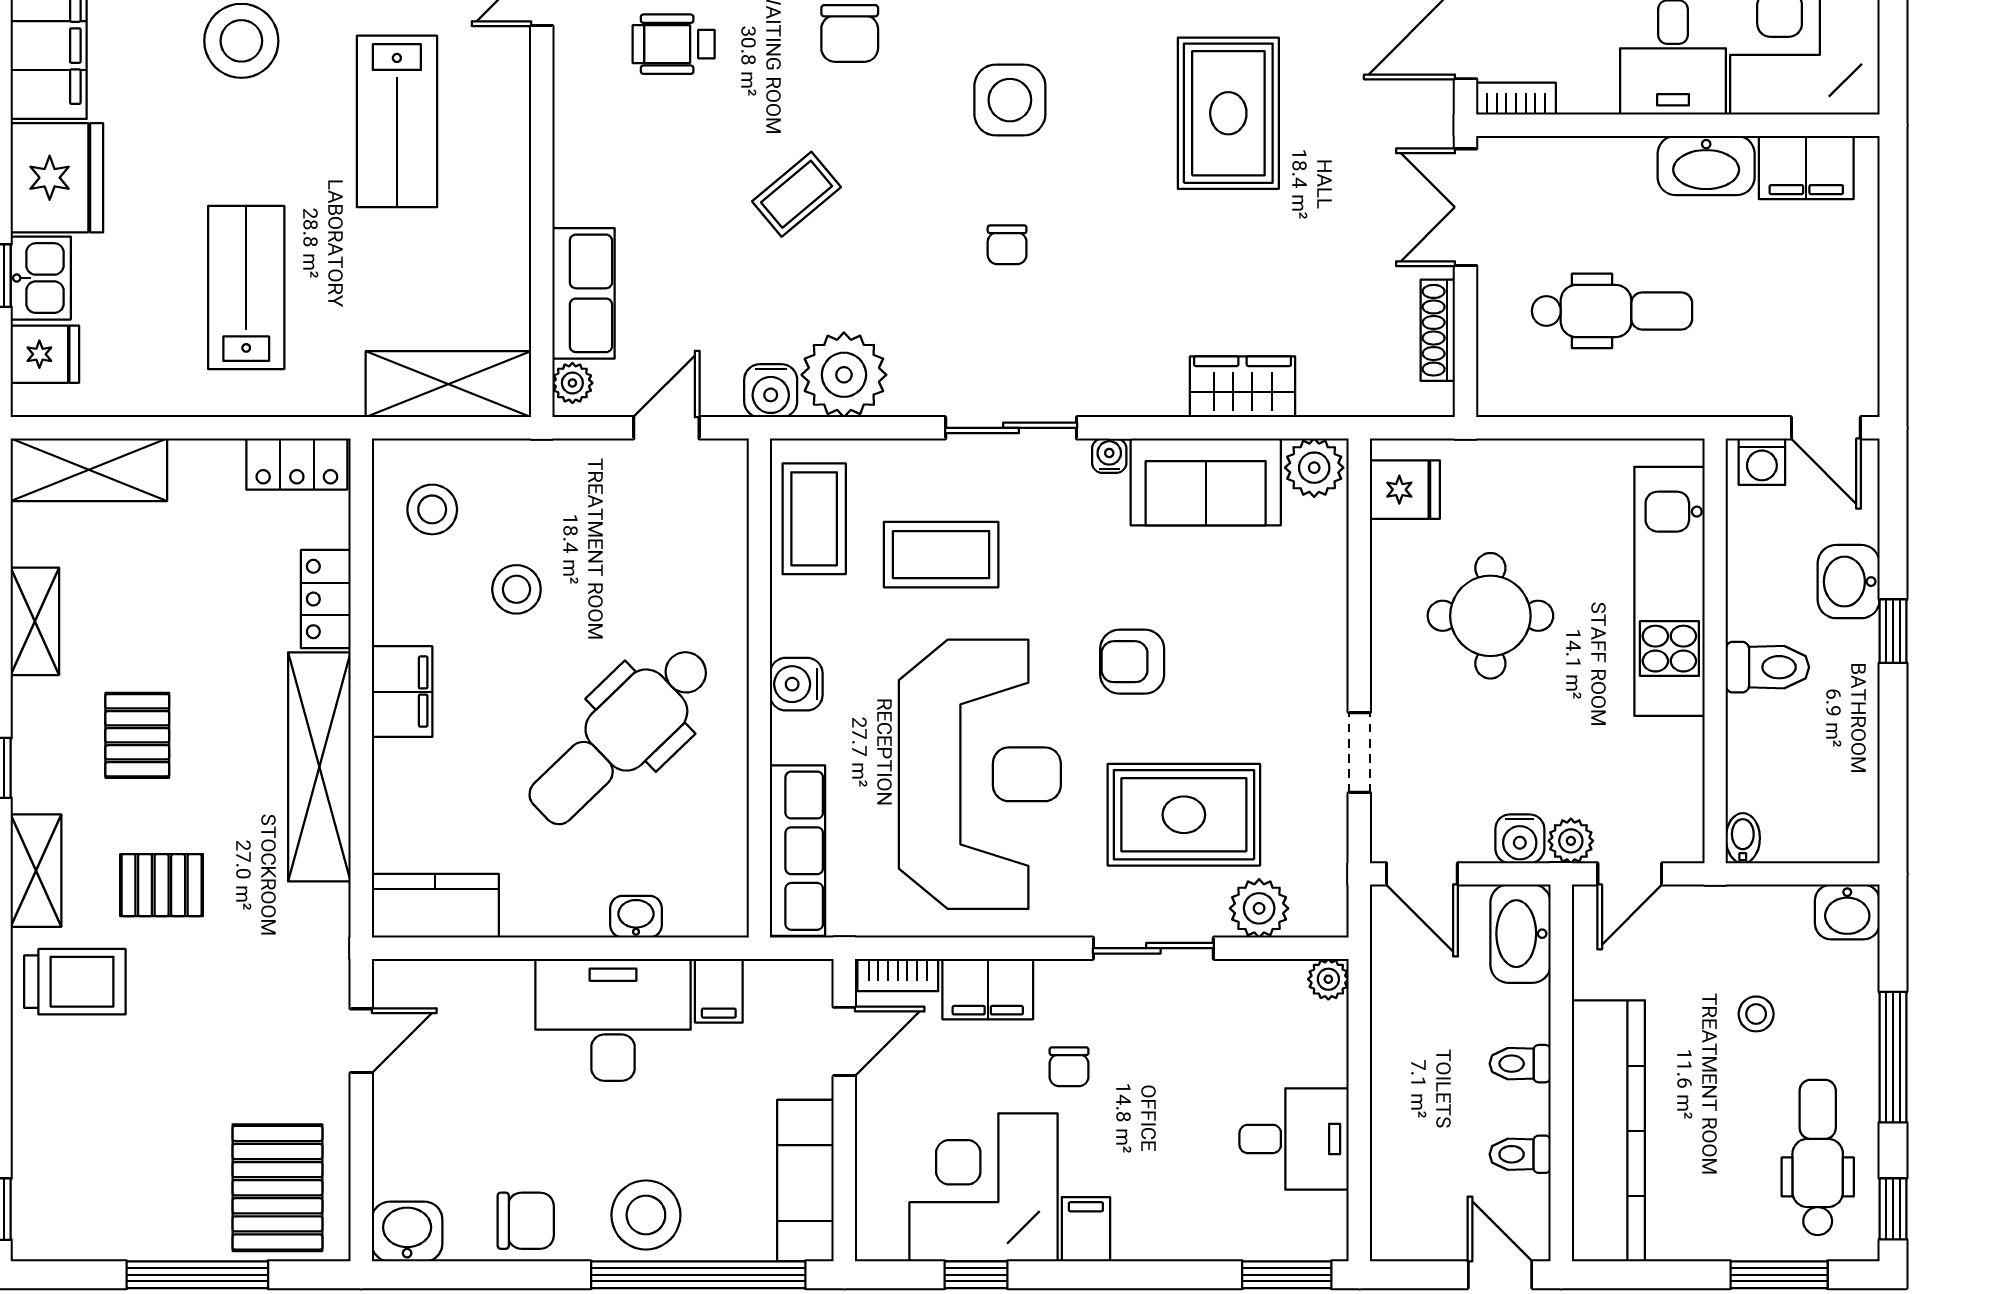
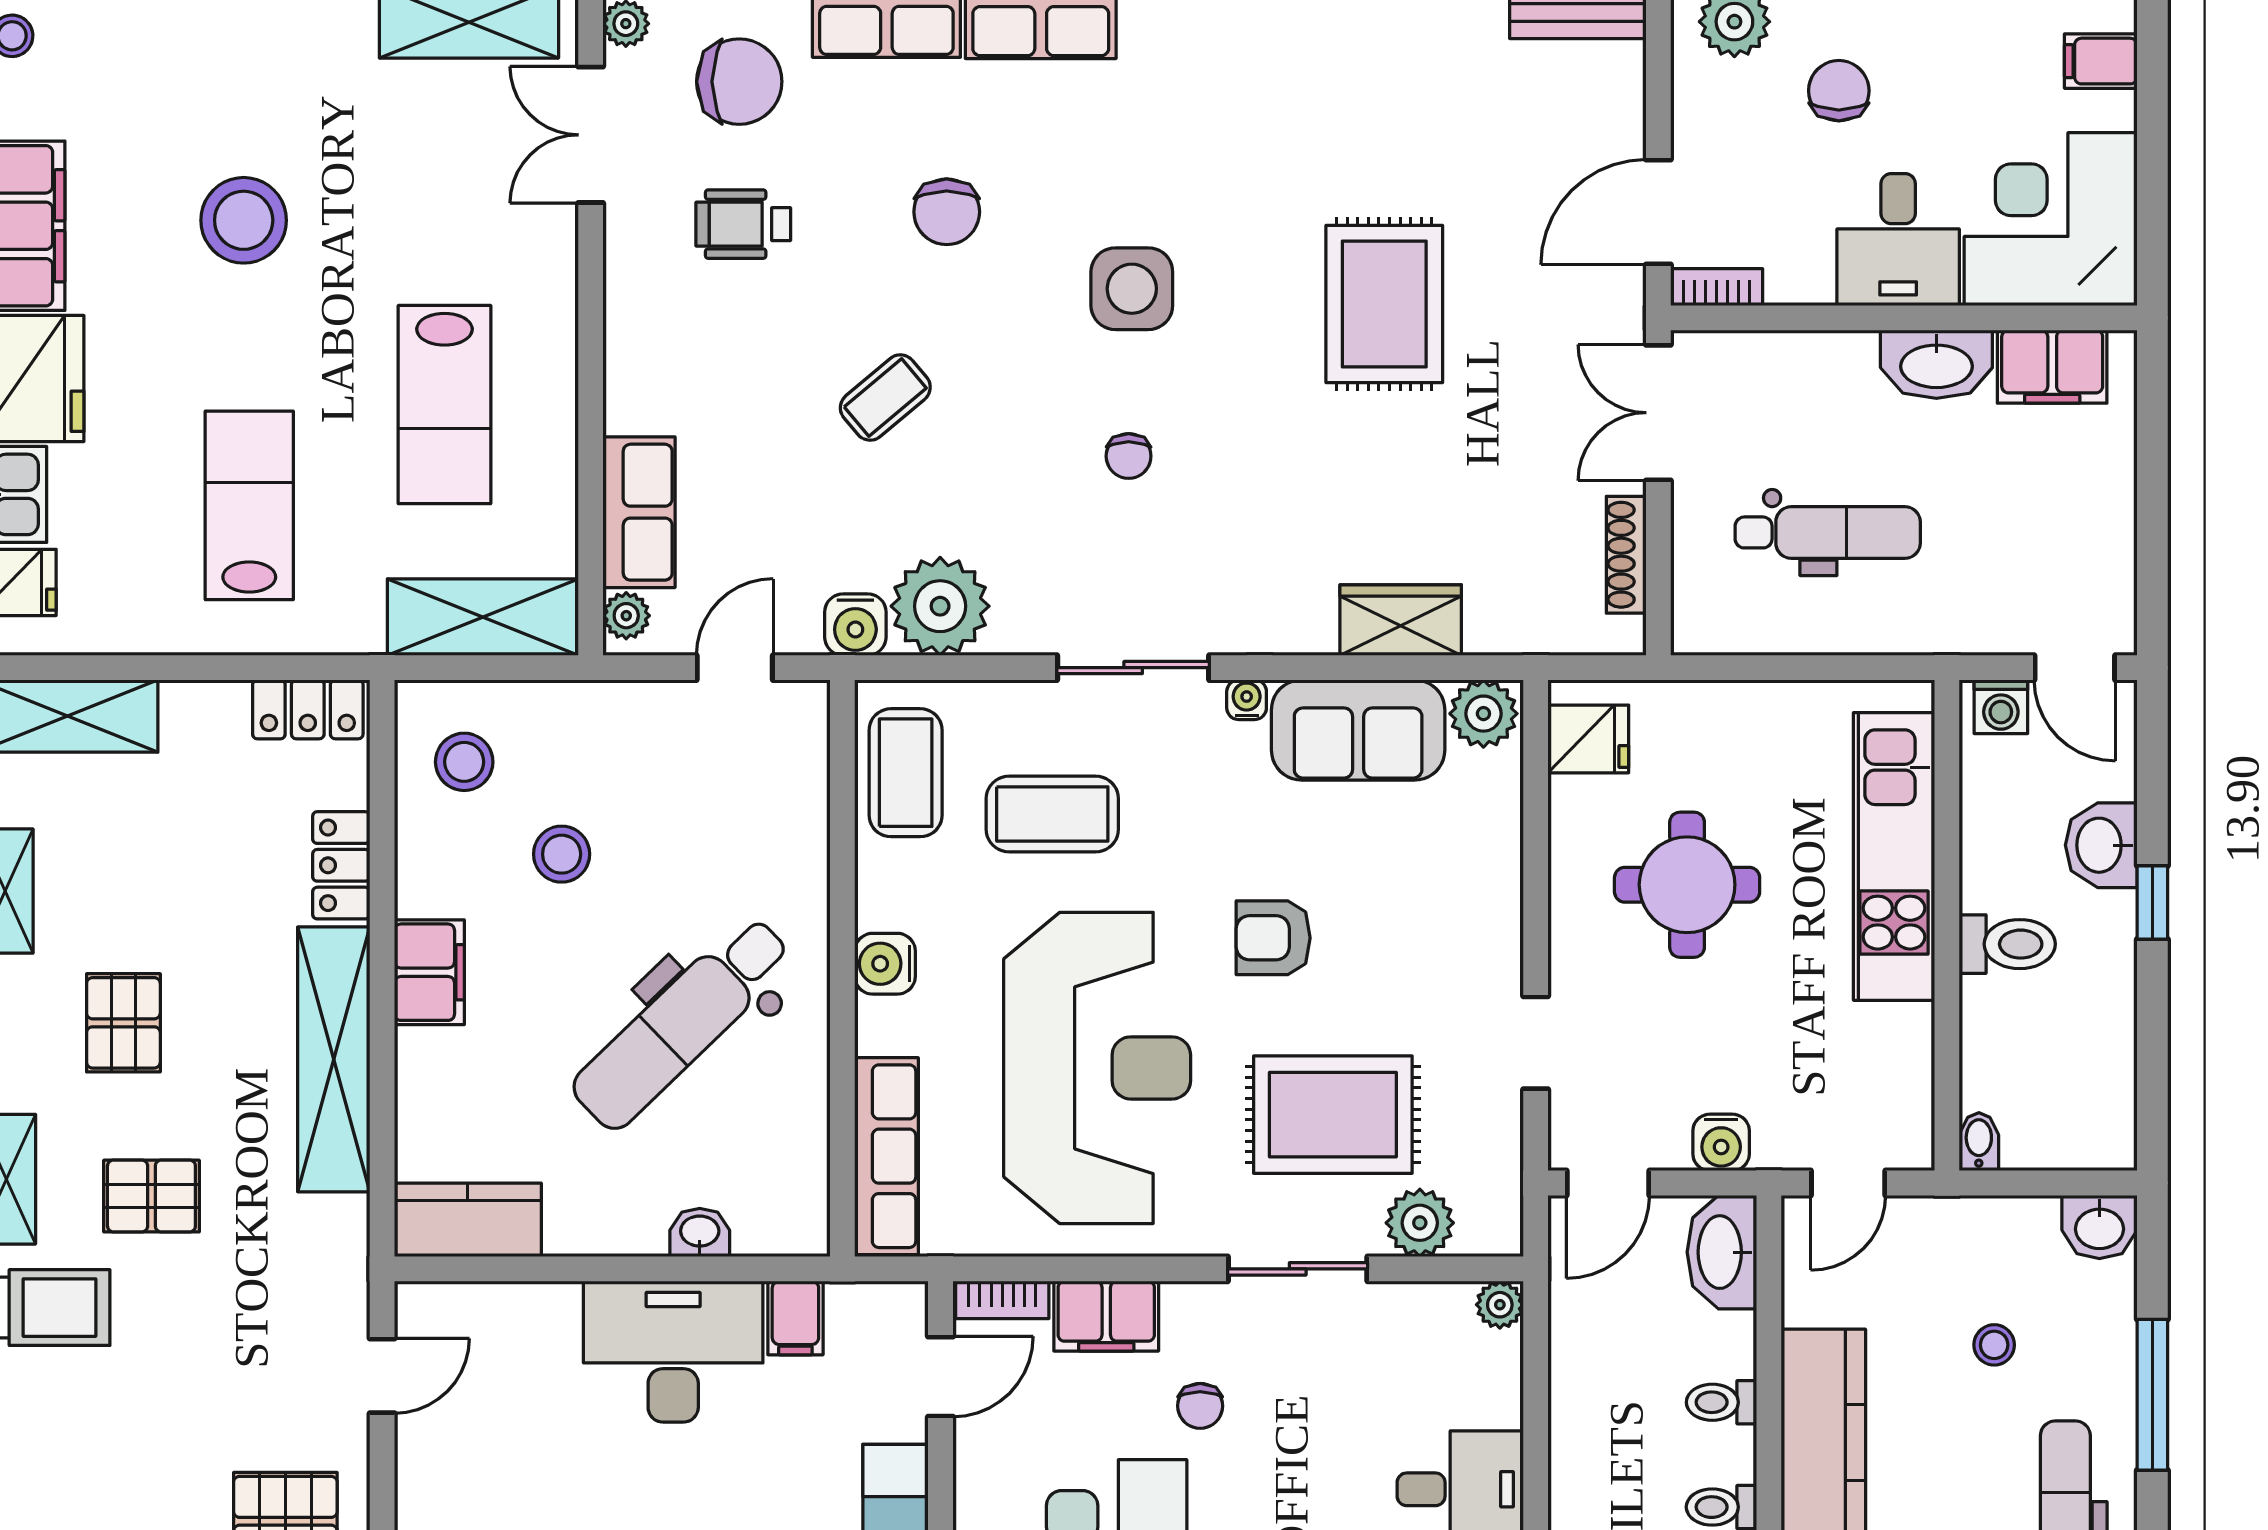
lab bench: (397, 121) -> (444, 405), moved
plant: (1571, 841) -> (1780, 1145), removed
door: (1422, 874) -> (1608, 1183), hinge flipped

